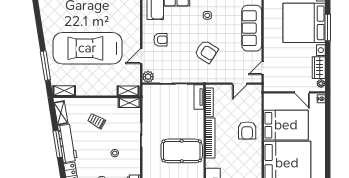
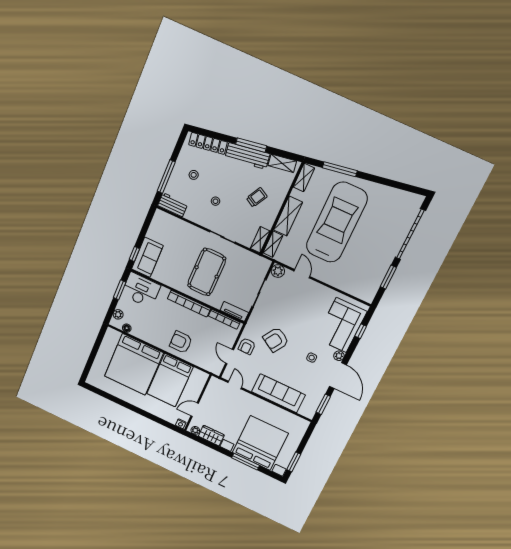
armchair: (161, 40) -> (247, 346), moved
shelving: (100, 89) -> (288, 216), added
pool table: (182, 151) -> (207, 272), moved

